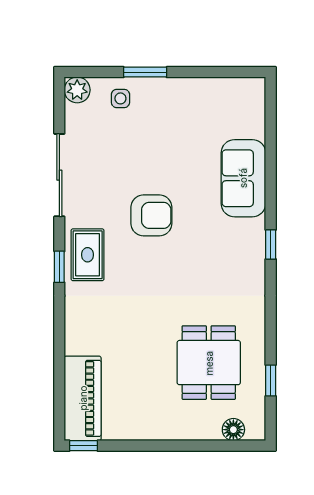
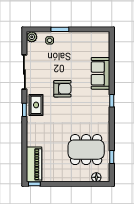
dining table: (209, 363) -> (86, 150), width x1.38

